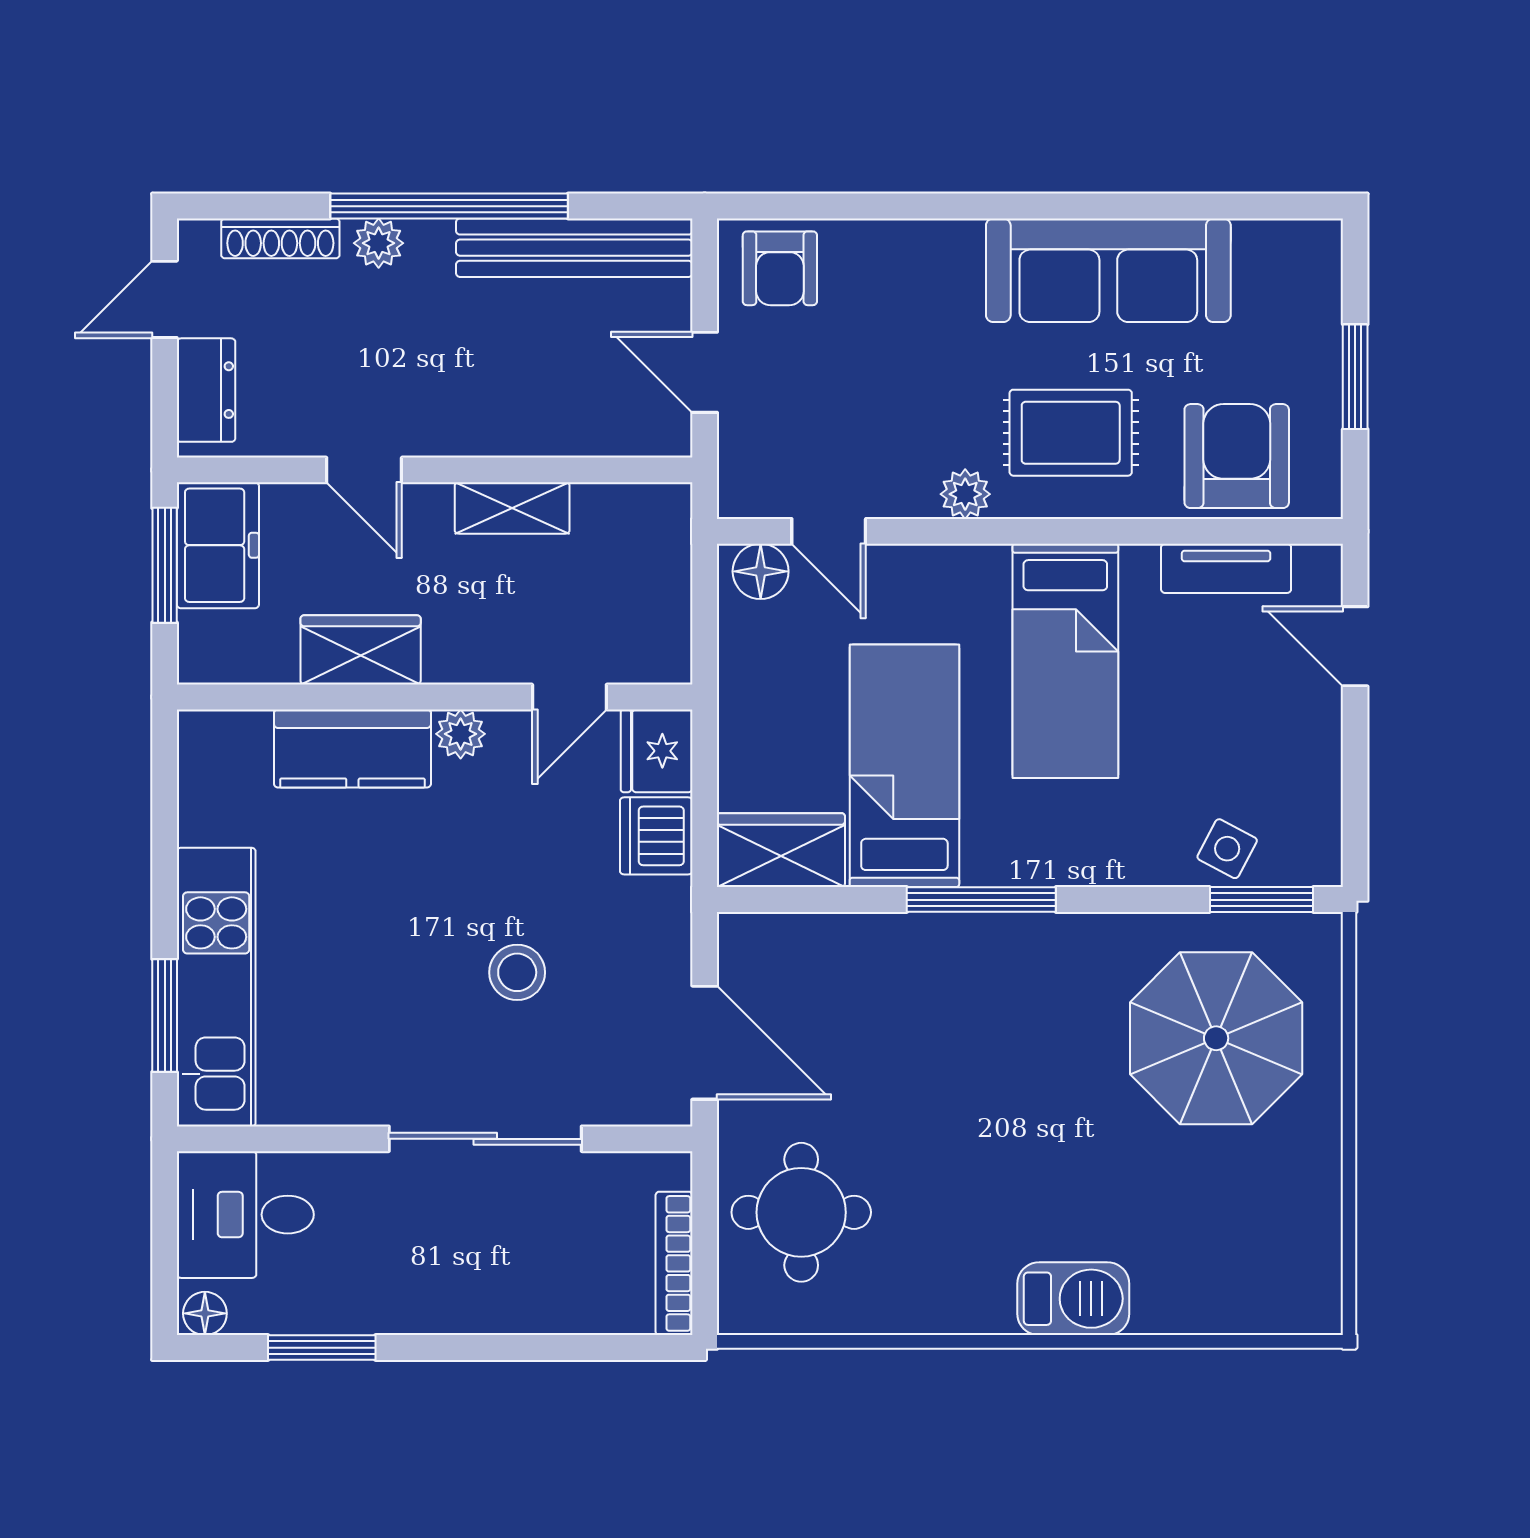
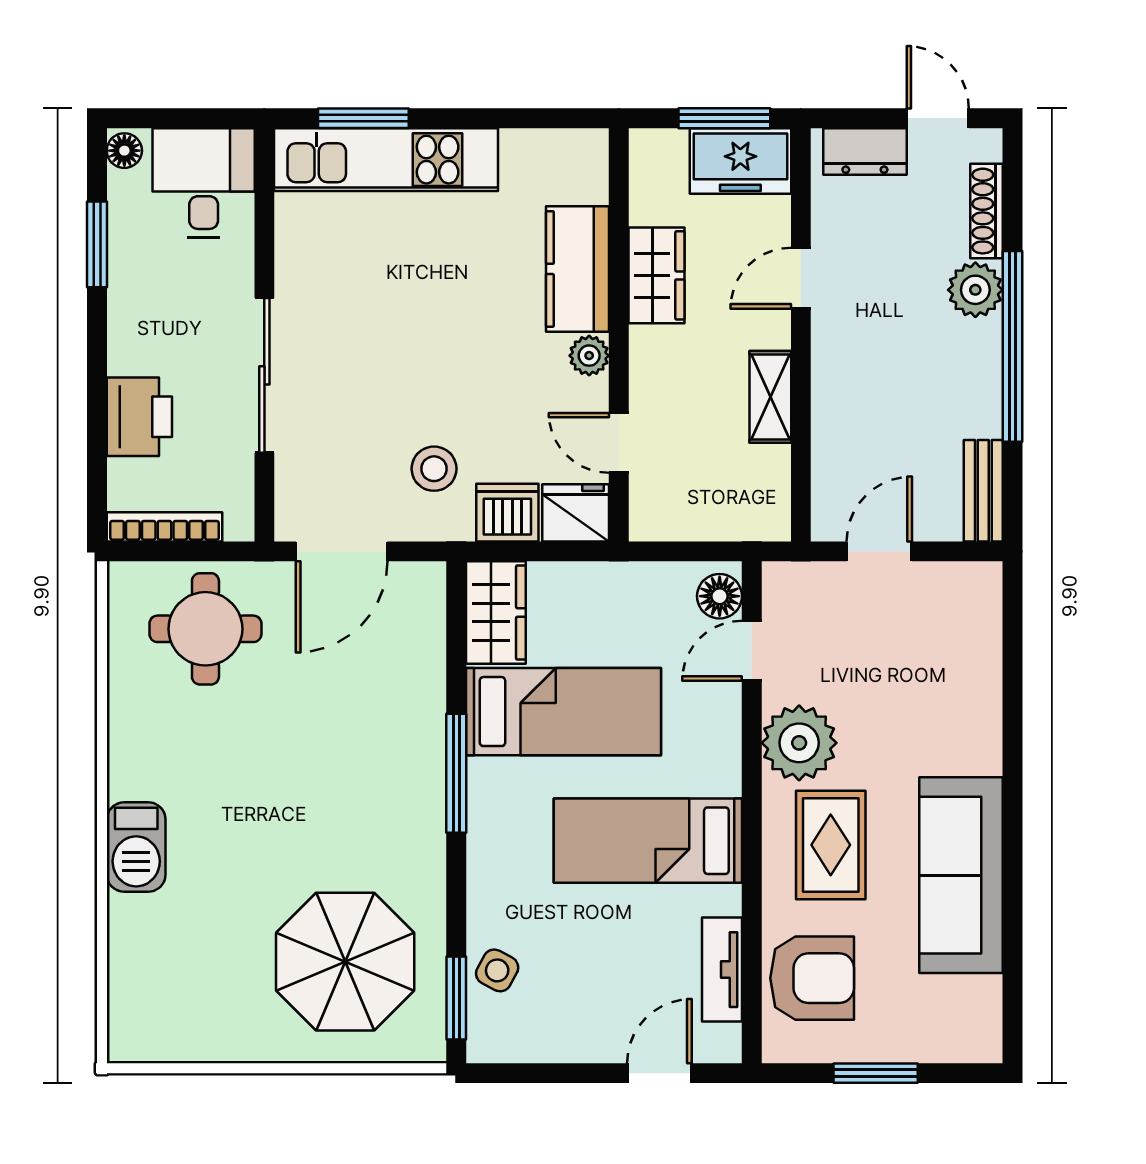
plant: (379, 243) -> (975, 290), width x1.38, depth x1.38
bench: (574, 248) -> (983, 491), width x0.54, depth x0.82
armchair: (780, 268) -> (963, 612), removed
plant: (965, 494) -> (799, 743), width x1.88, depth x1.88
stool: (517, 972) -> (434, 469), moved
printer: (537, 1295) -> (139, 417), added

